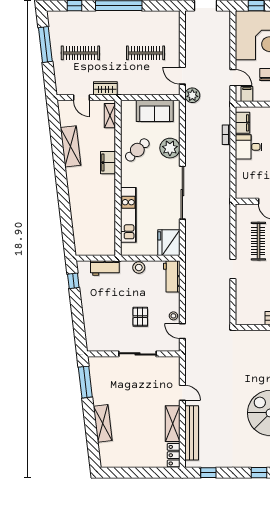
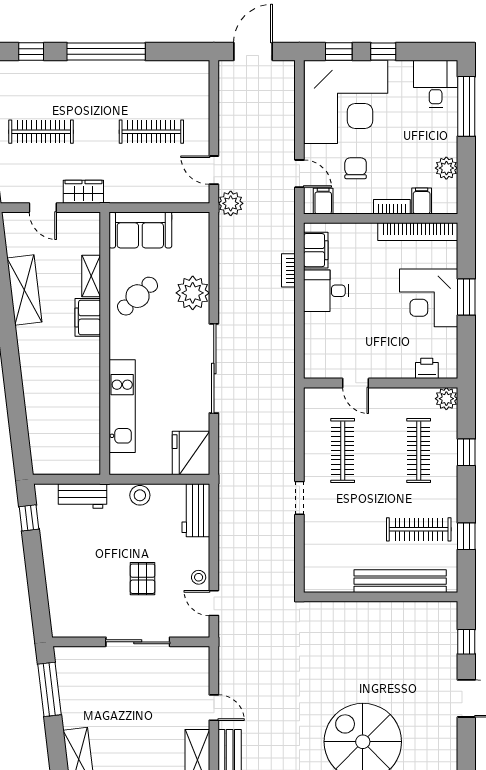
sofa: (155, 111) -> (140, 230), moved
shelving: (110, 116) -> (91, 276), moved

